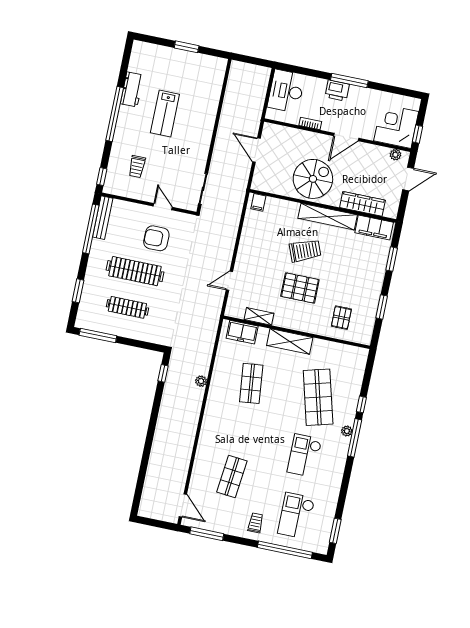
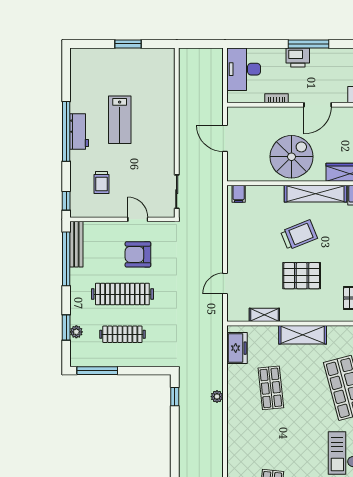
workbench: (132, 89) -> (79, 132), moved
plant: (86, 297) -> (76, 332), added
freezer: (242, 332) -> (237, 348), moved, turned -90

